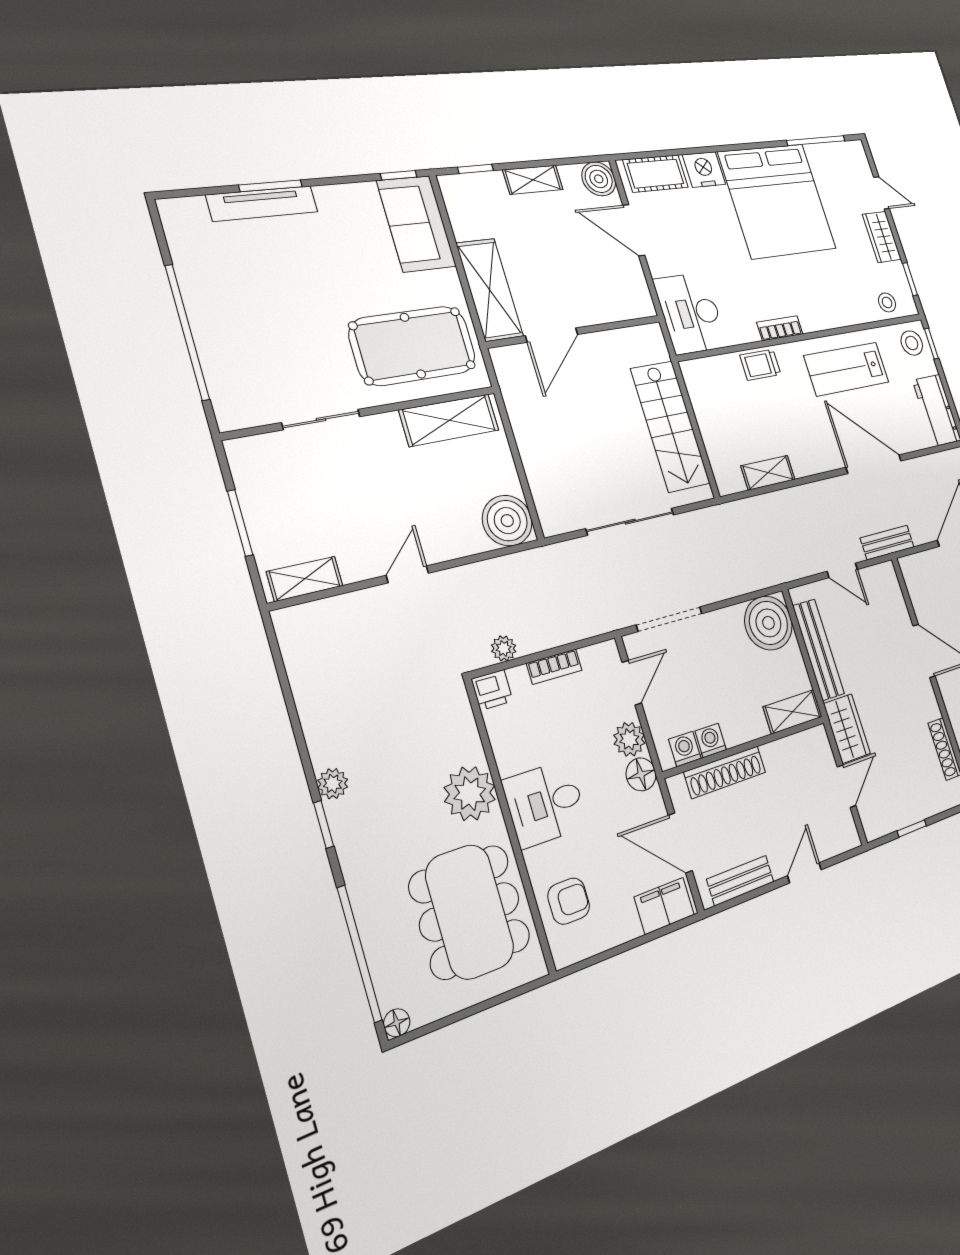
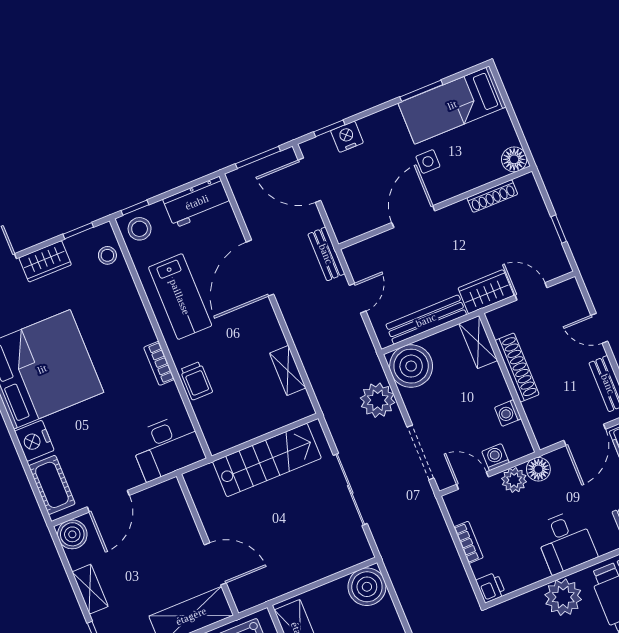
plant: (504, 648) -> (378, 400), moved, width x1.87, depth x1.87
washing machine: (685, 749) -> (495, 457), moved, turned 90
shoe rack: (725, 772) -> (517, 368), moved

